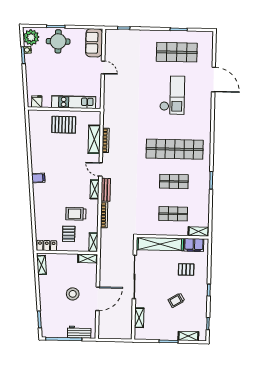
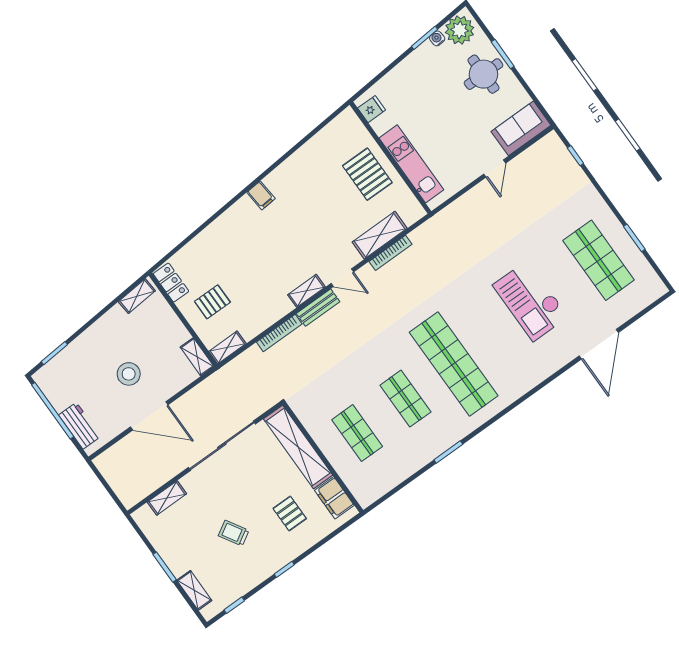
checkout: (172, 95) -> (530, 301), turned 90
door: (101, 169) -> (342, 278), swing flipped
trolley: (76, 214) -> (250, 290), removed
shelving: (199, 231) -> (359, 490), removed

